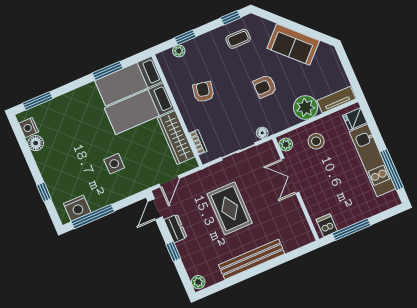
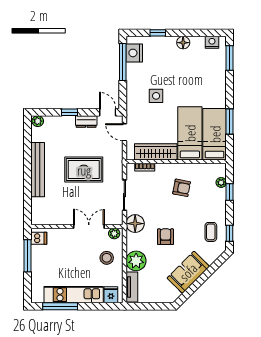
floor lamp: (262, 133) -> (135, 224), width x1.89, depth x1.89
floor lamp: (36, 143) -> (183, 43), moved

